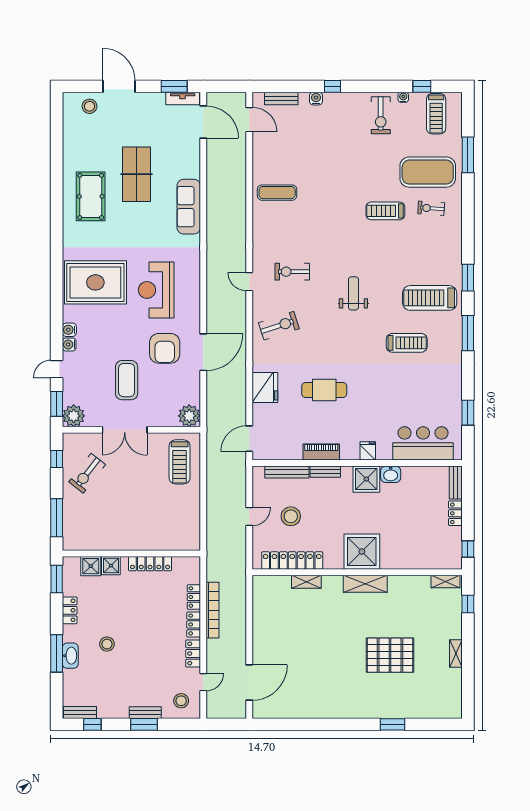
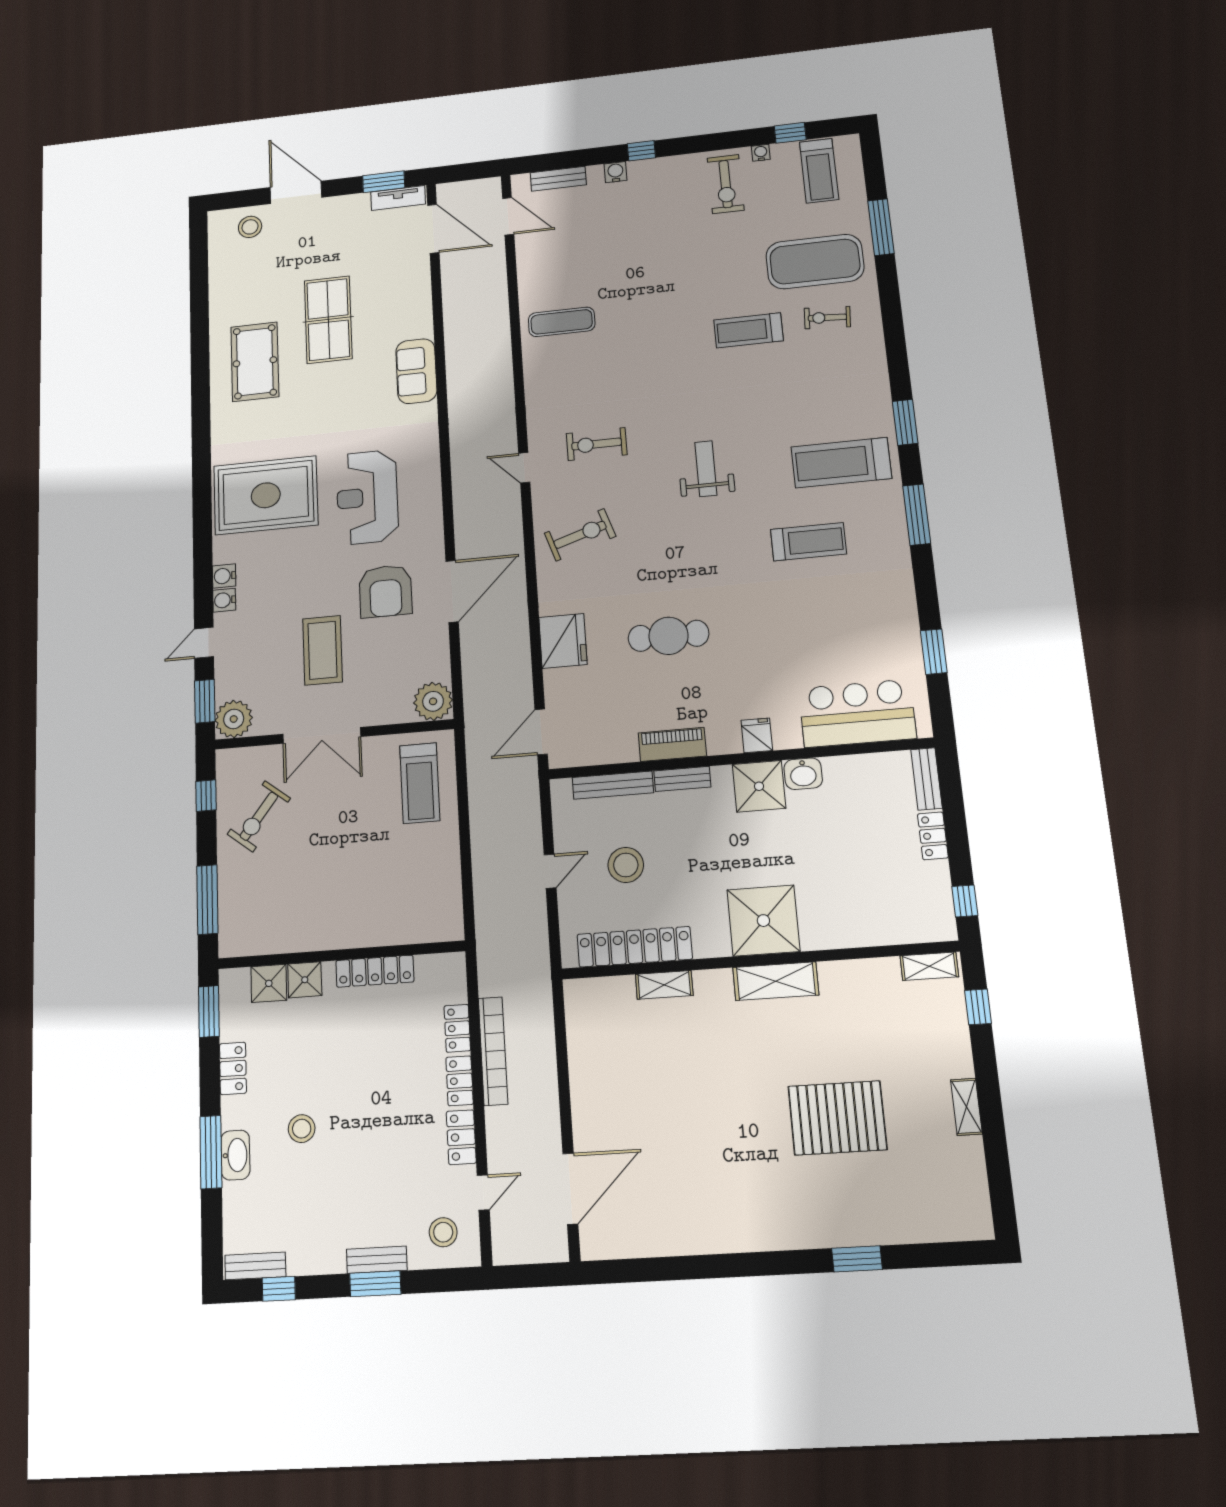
sofa: (189, 207) -> (416, 371), width x0.73

